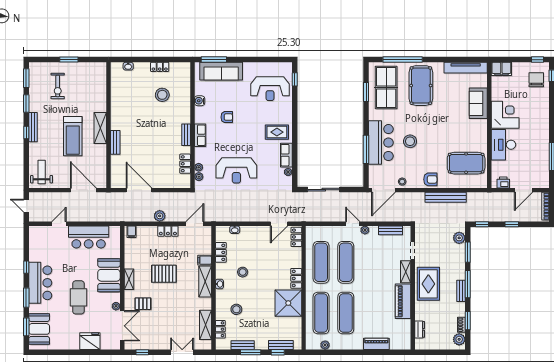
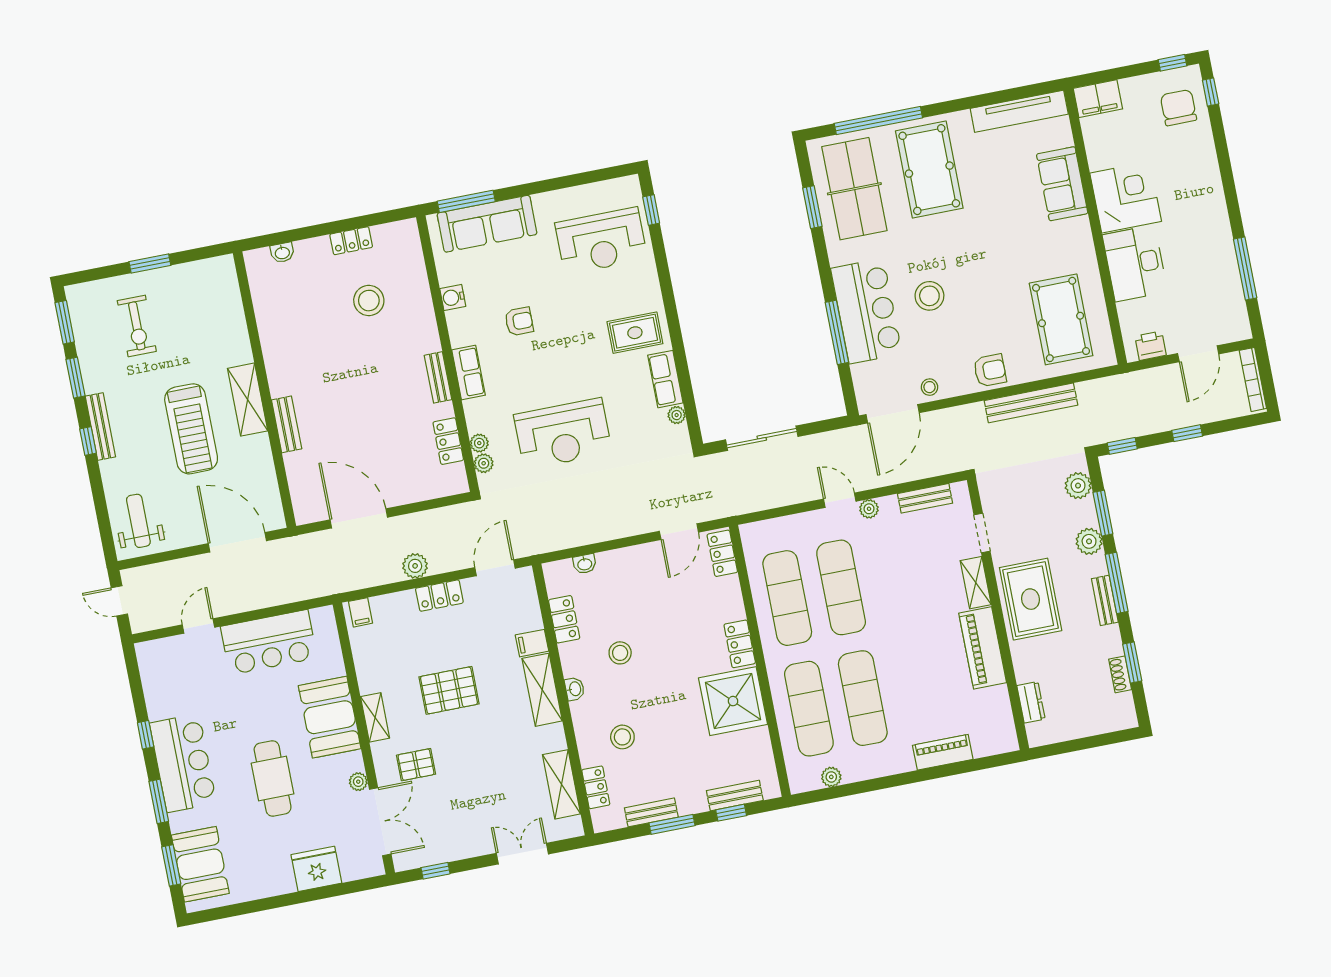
pool table: (466, 163) -> (1061, 319), turned 90
plant: (459, 339) -> (1089, 541), moved

